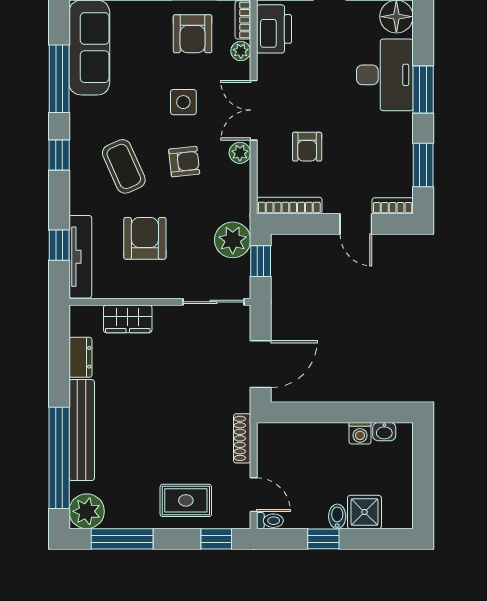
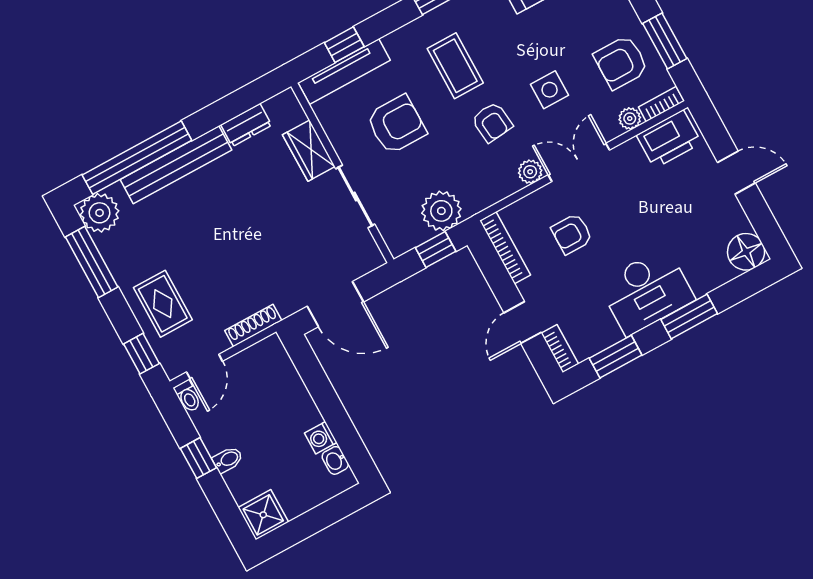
desk: (385, 75) -> (646, 291), moved
coffee table: (124, 166) -> (455, 66), turned -66
sliding door: (213, 302) -> (355, 196), moved
shower: (364, 512) -> (263, 515), moved

